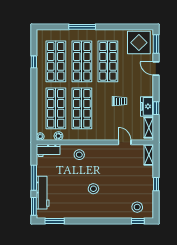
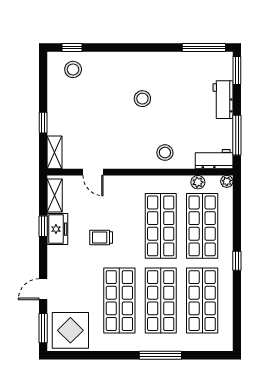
window: (34, 62) -> (237, 261), moved
door: (156, 68) -> (43, 289), swing flipped
window: (34, 178) -> (237, 135), moved
window: (156, 184) -> (43, 123), moved
workbench: (43, 193) -> (223, 100), width x0.73
window: (55, 221) -> (204, 47), width x1.44

